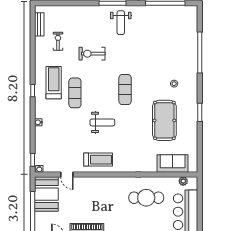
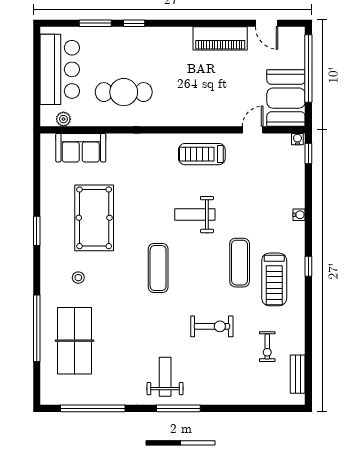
table tennis table: (176, 45) -> (75, 341), added
door: (67, 174) -> (253, 130), hinge flipped

